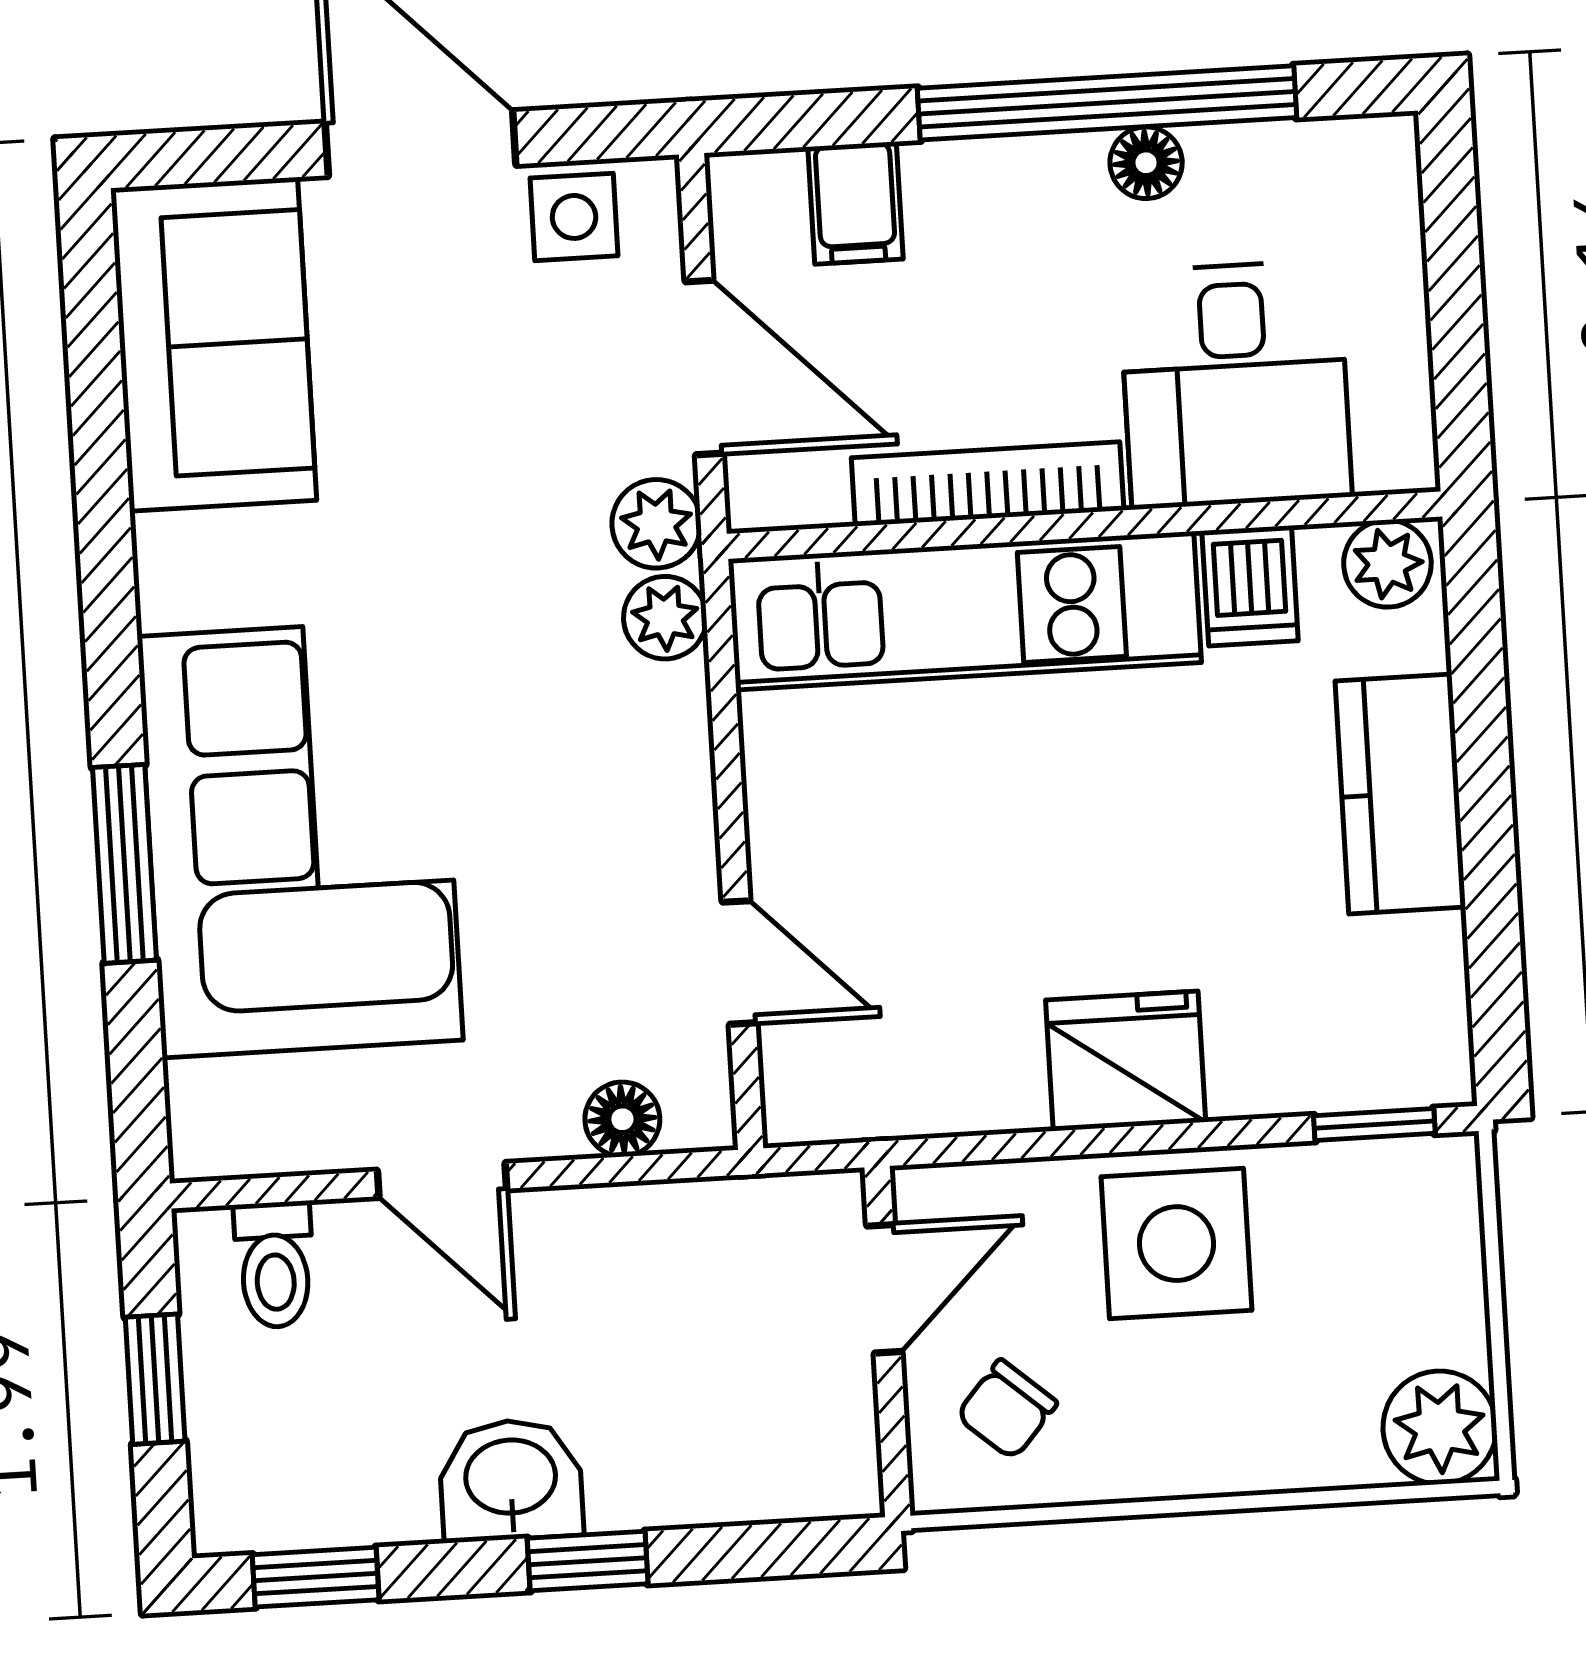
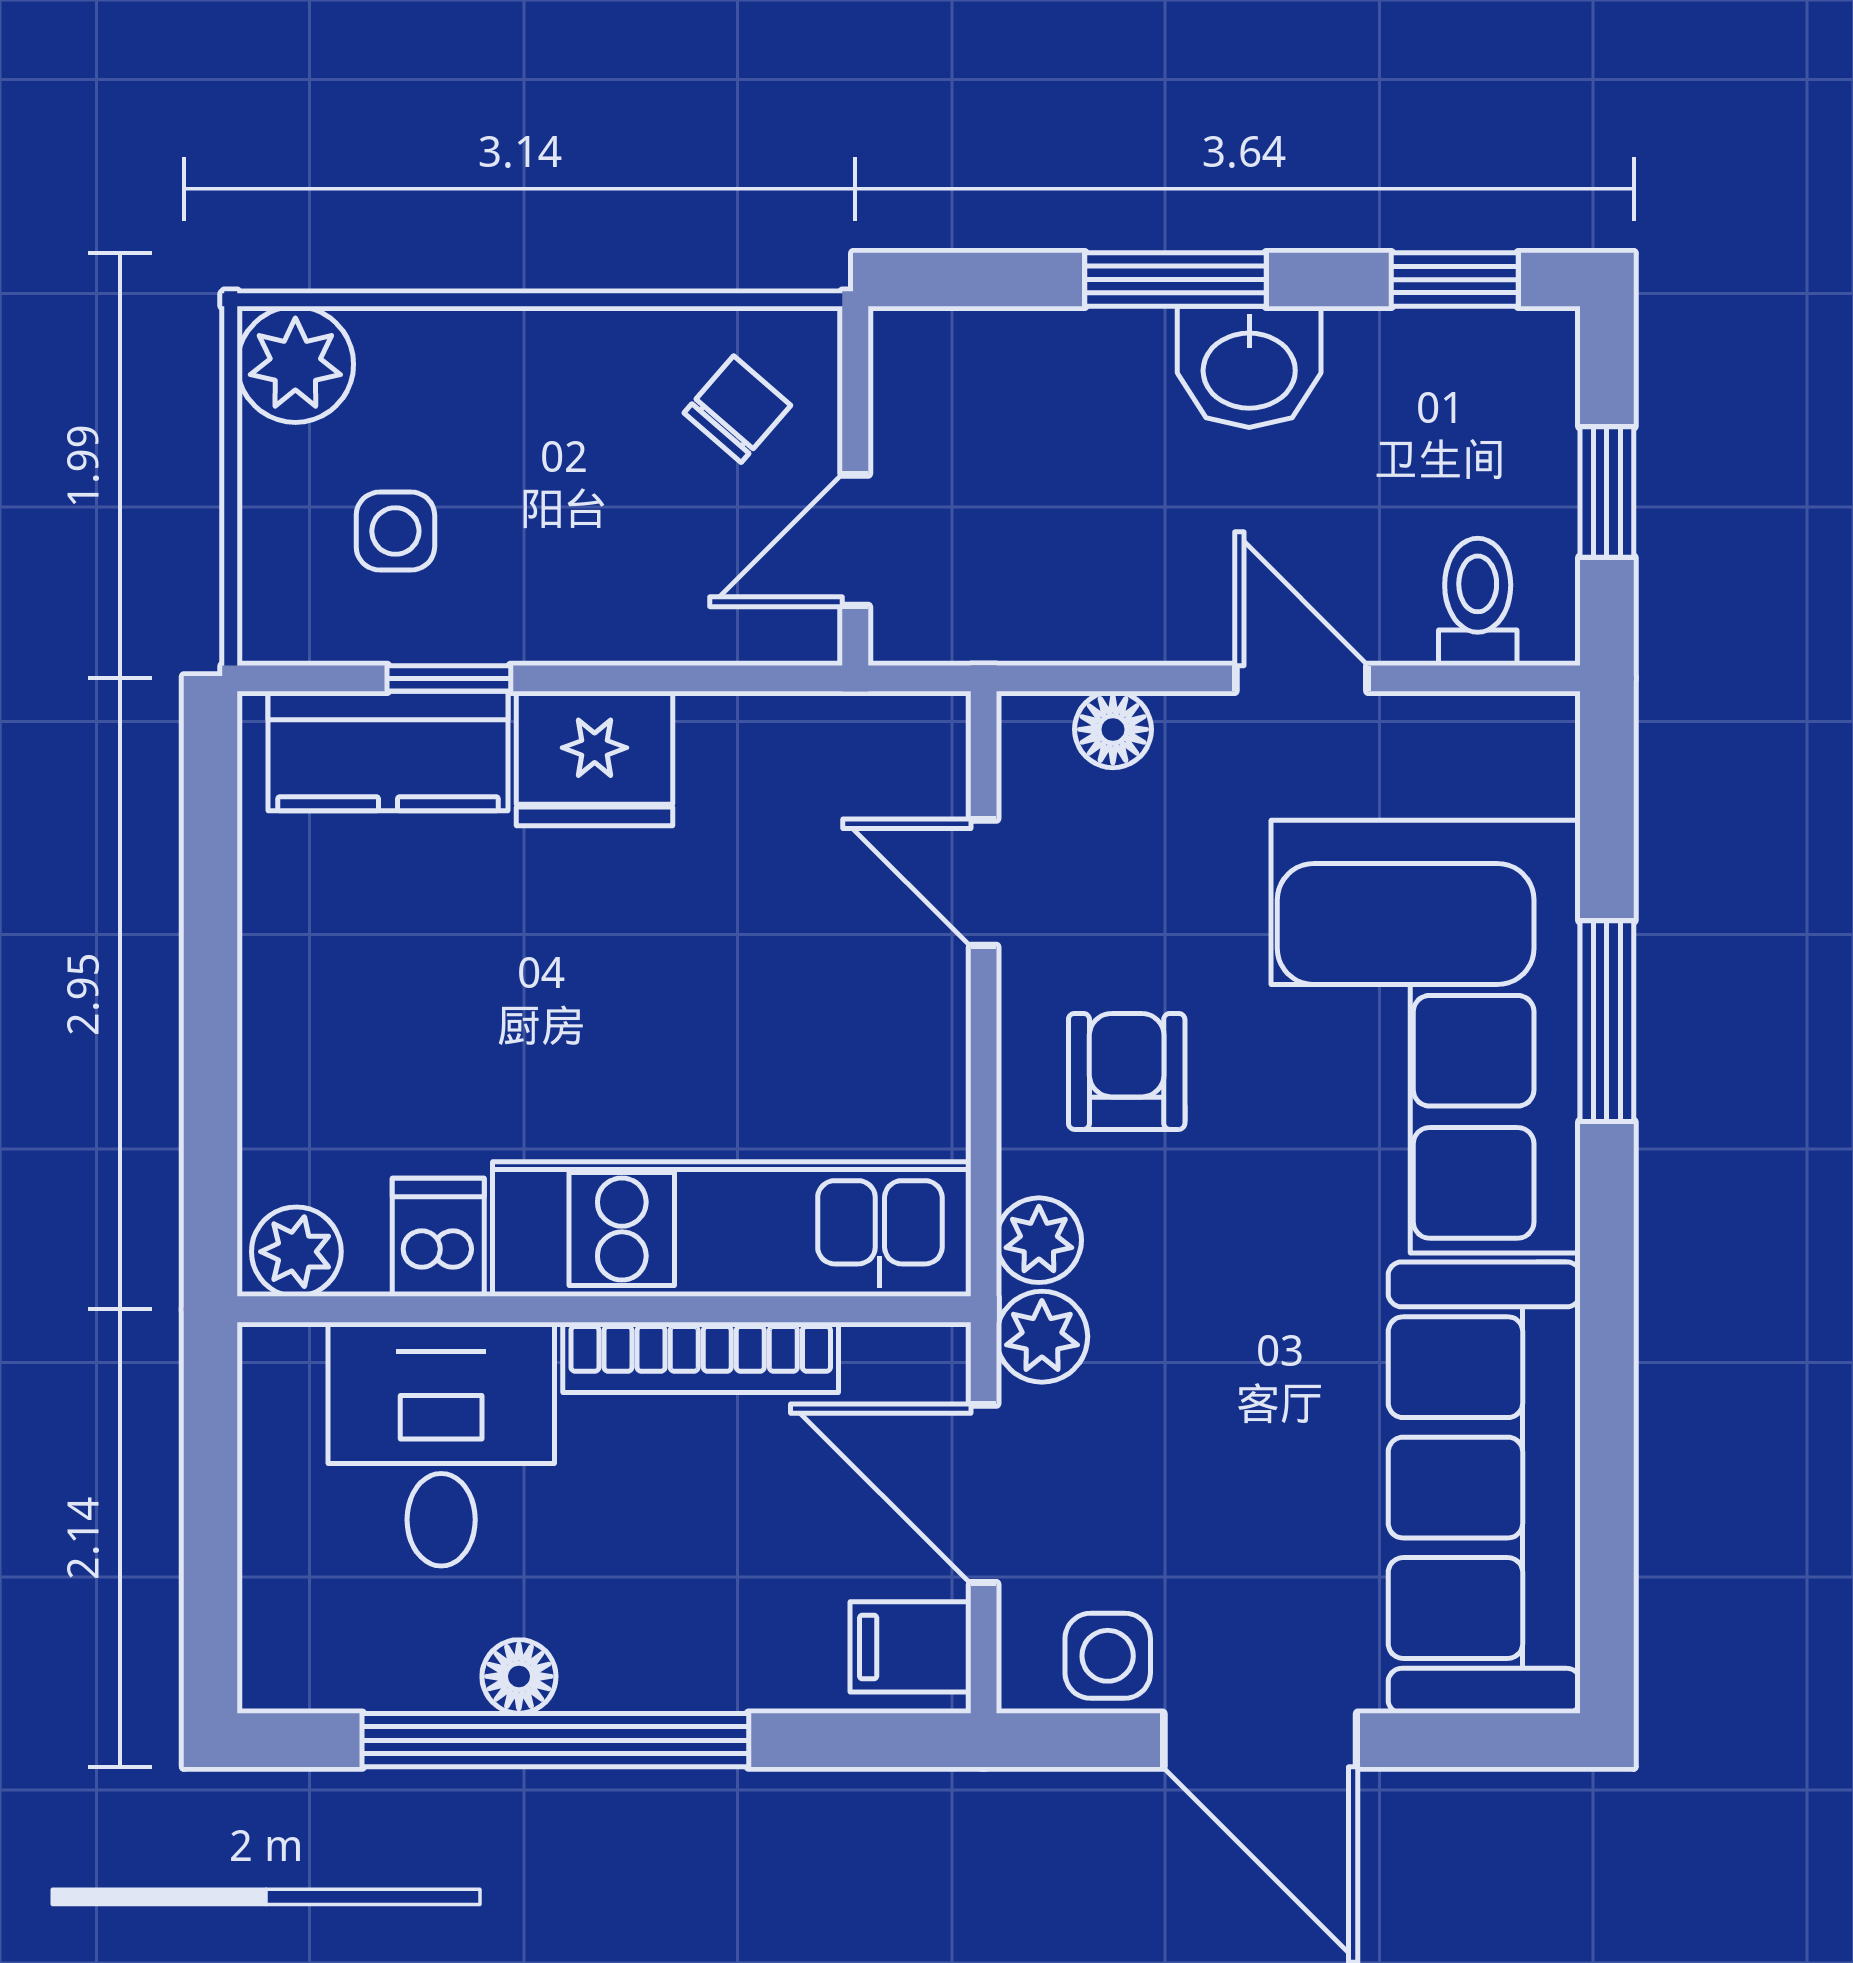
filing cabinet: (855, 203) -> (910, 1647), moved, turned -90
sofa: (214, 344) -> (1484, 1488), width x1.36
armchair: (589, 787) -> (1127, 1071), added
kitchen counter: (1400, 794) -> (388, 751), moved, turned 90
window: (1374, 1125) -> (449, 678), moved
side table: (1177, 1244) -> (395, 531), moved, width x0.54, depth x0.54
window: (588, 1561) -> (1175, 280), width x1.50

